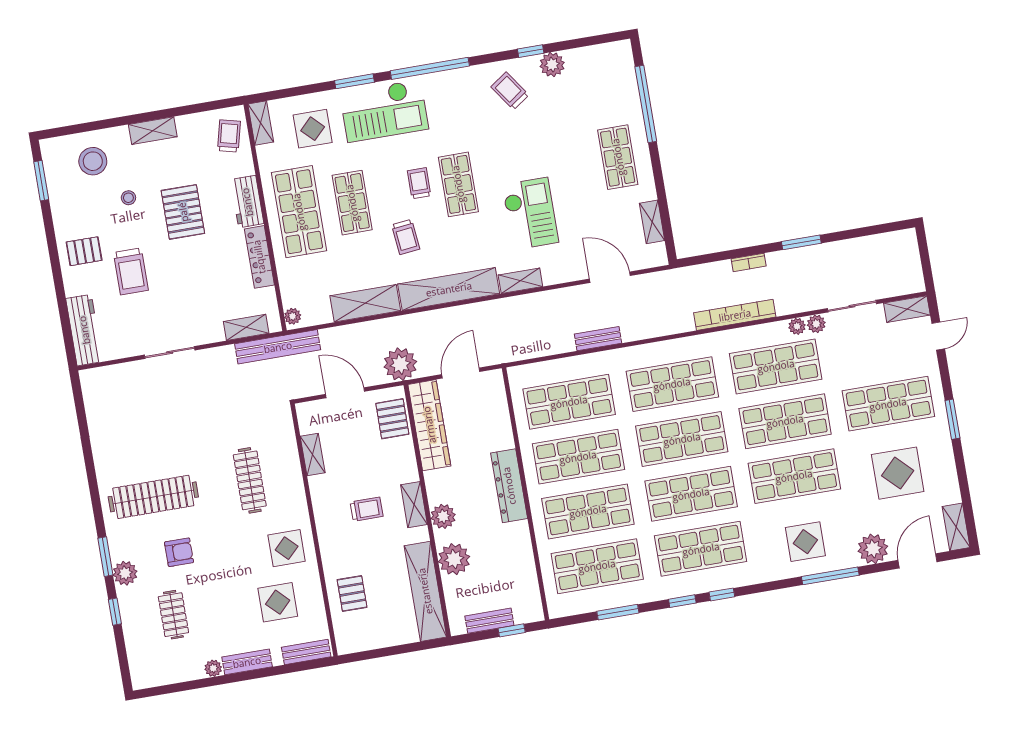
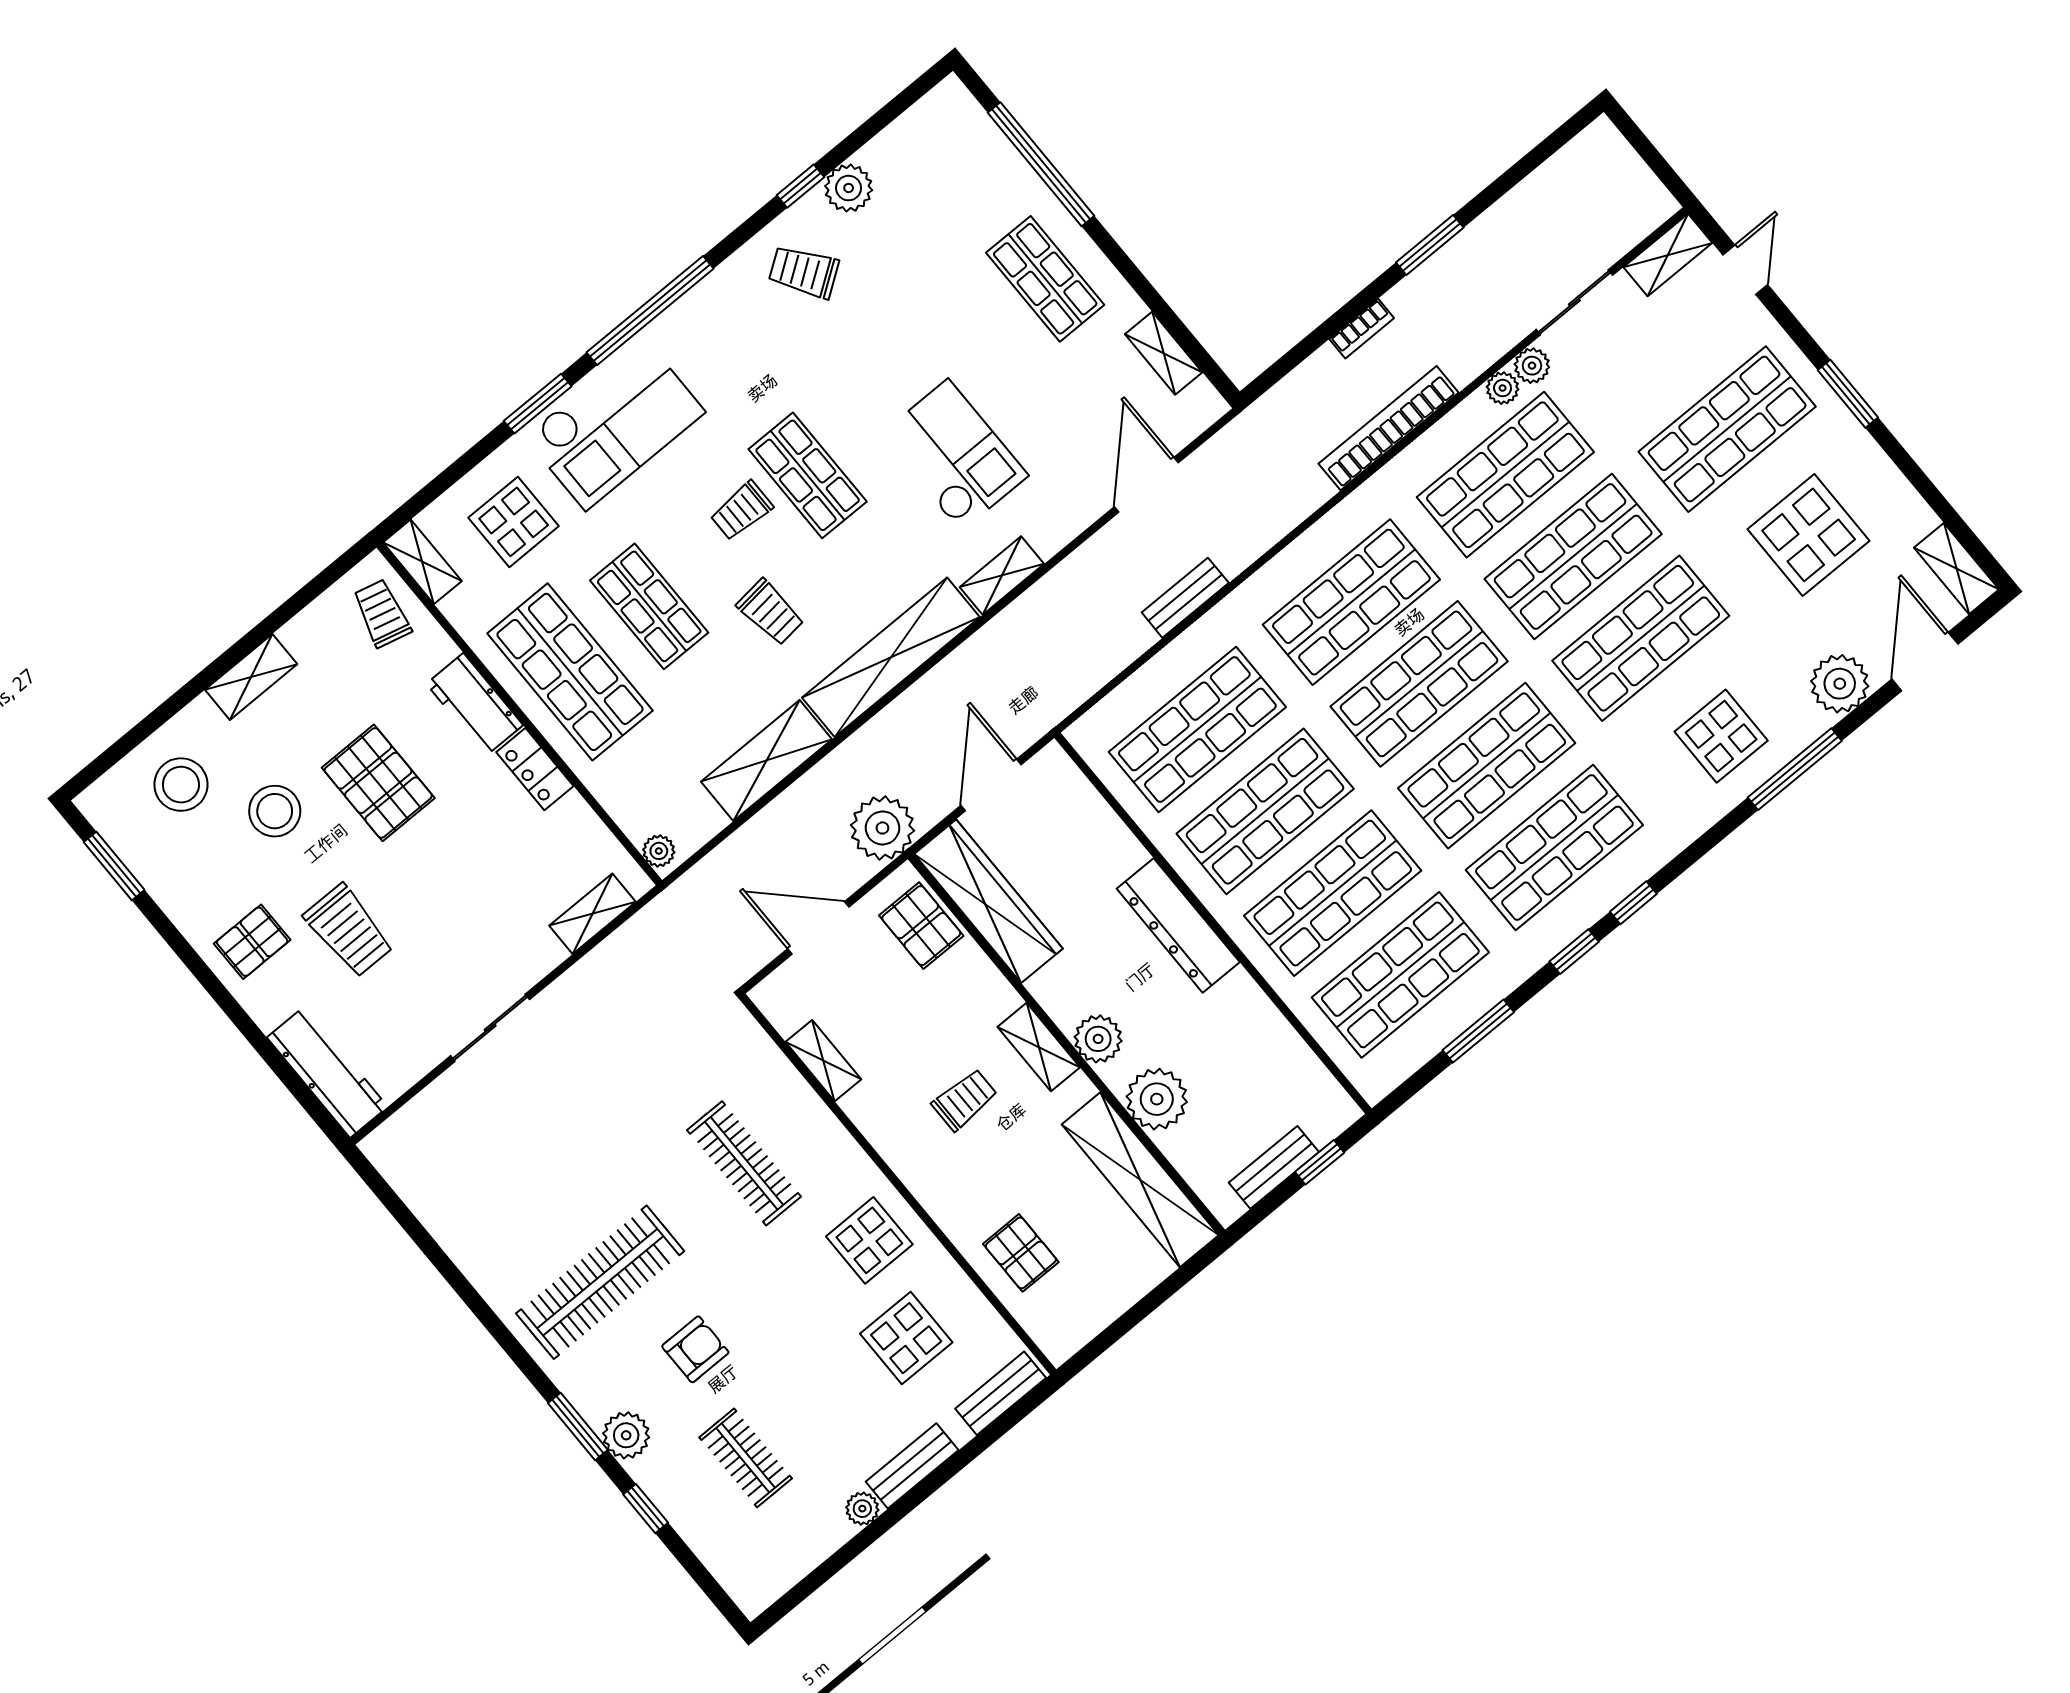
trolley: (419, 183) -> (741, 511), turned -90
stool: (128, 198) -> (275, 811), width x1.89, depth x1.89
locker: (259, 257) -> (535, 769), width x0.66
door: (610, 277) -> (1146, 485), hinge flipped
bench: (278, 347) -> (663, 916), removed

